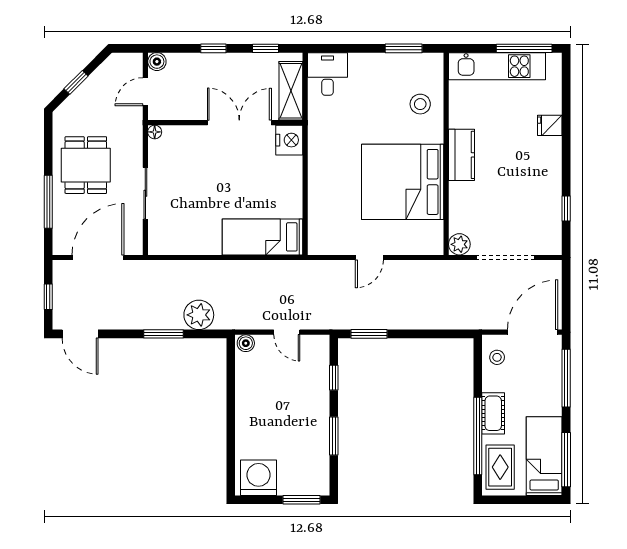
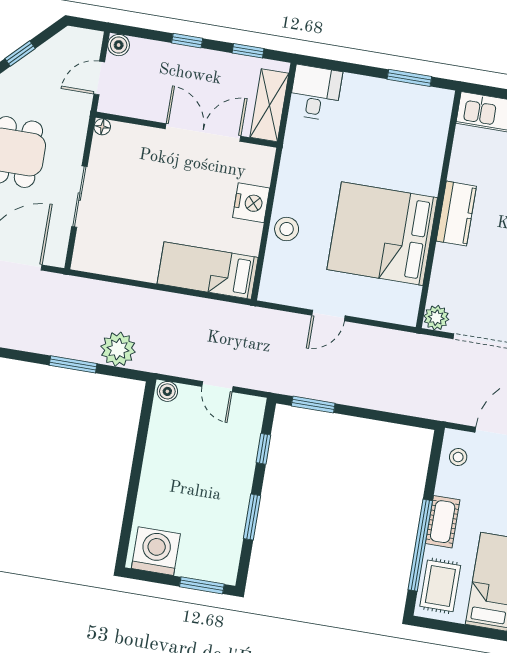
stool: (420, 104) -> (287, 229), moved
nightstand: (289, 140) -> (251, 203), moved

